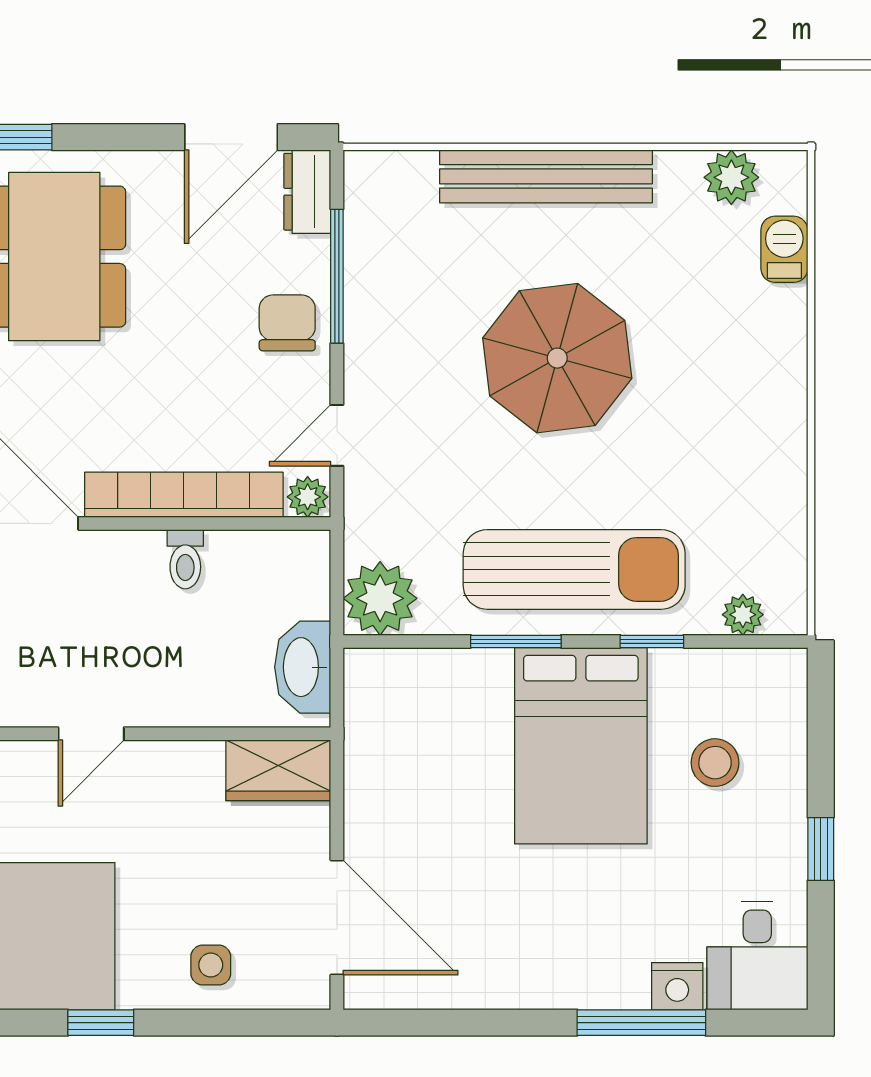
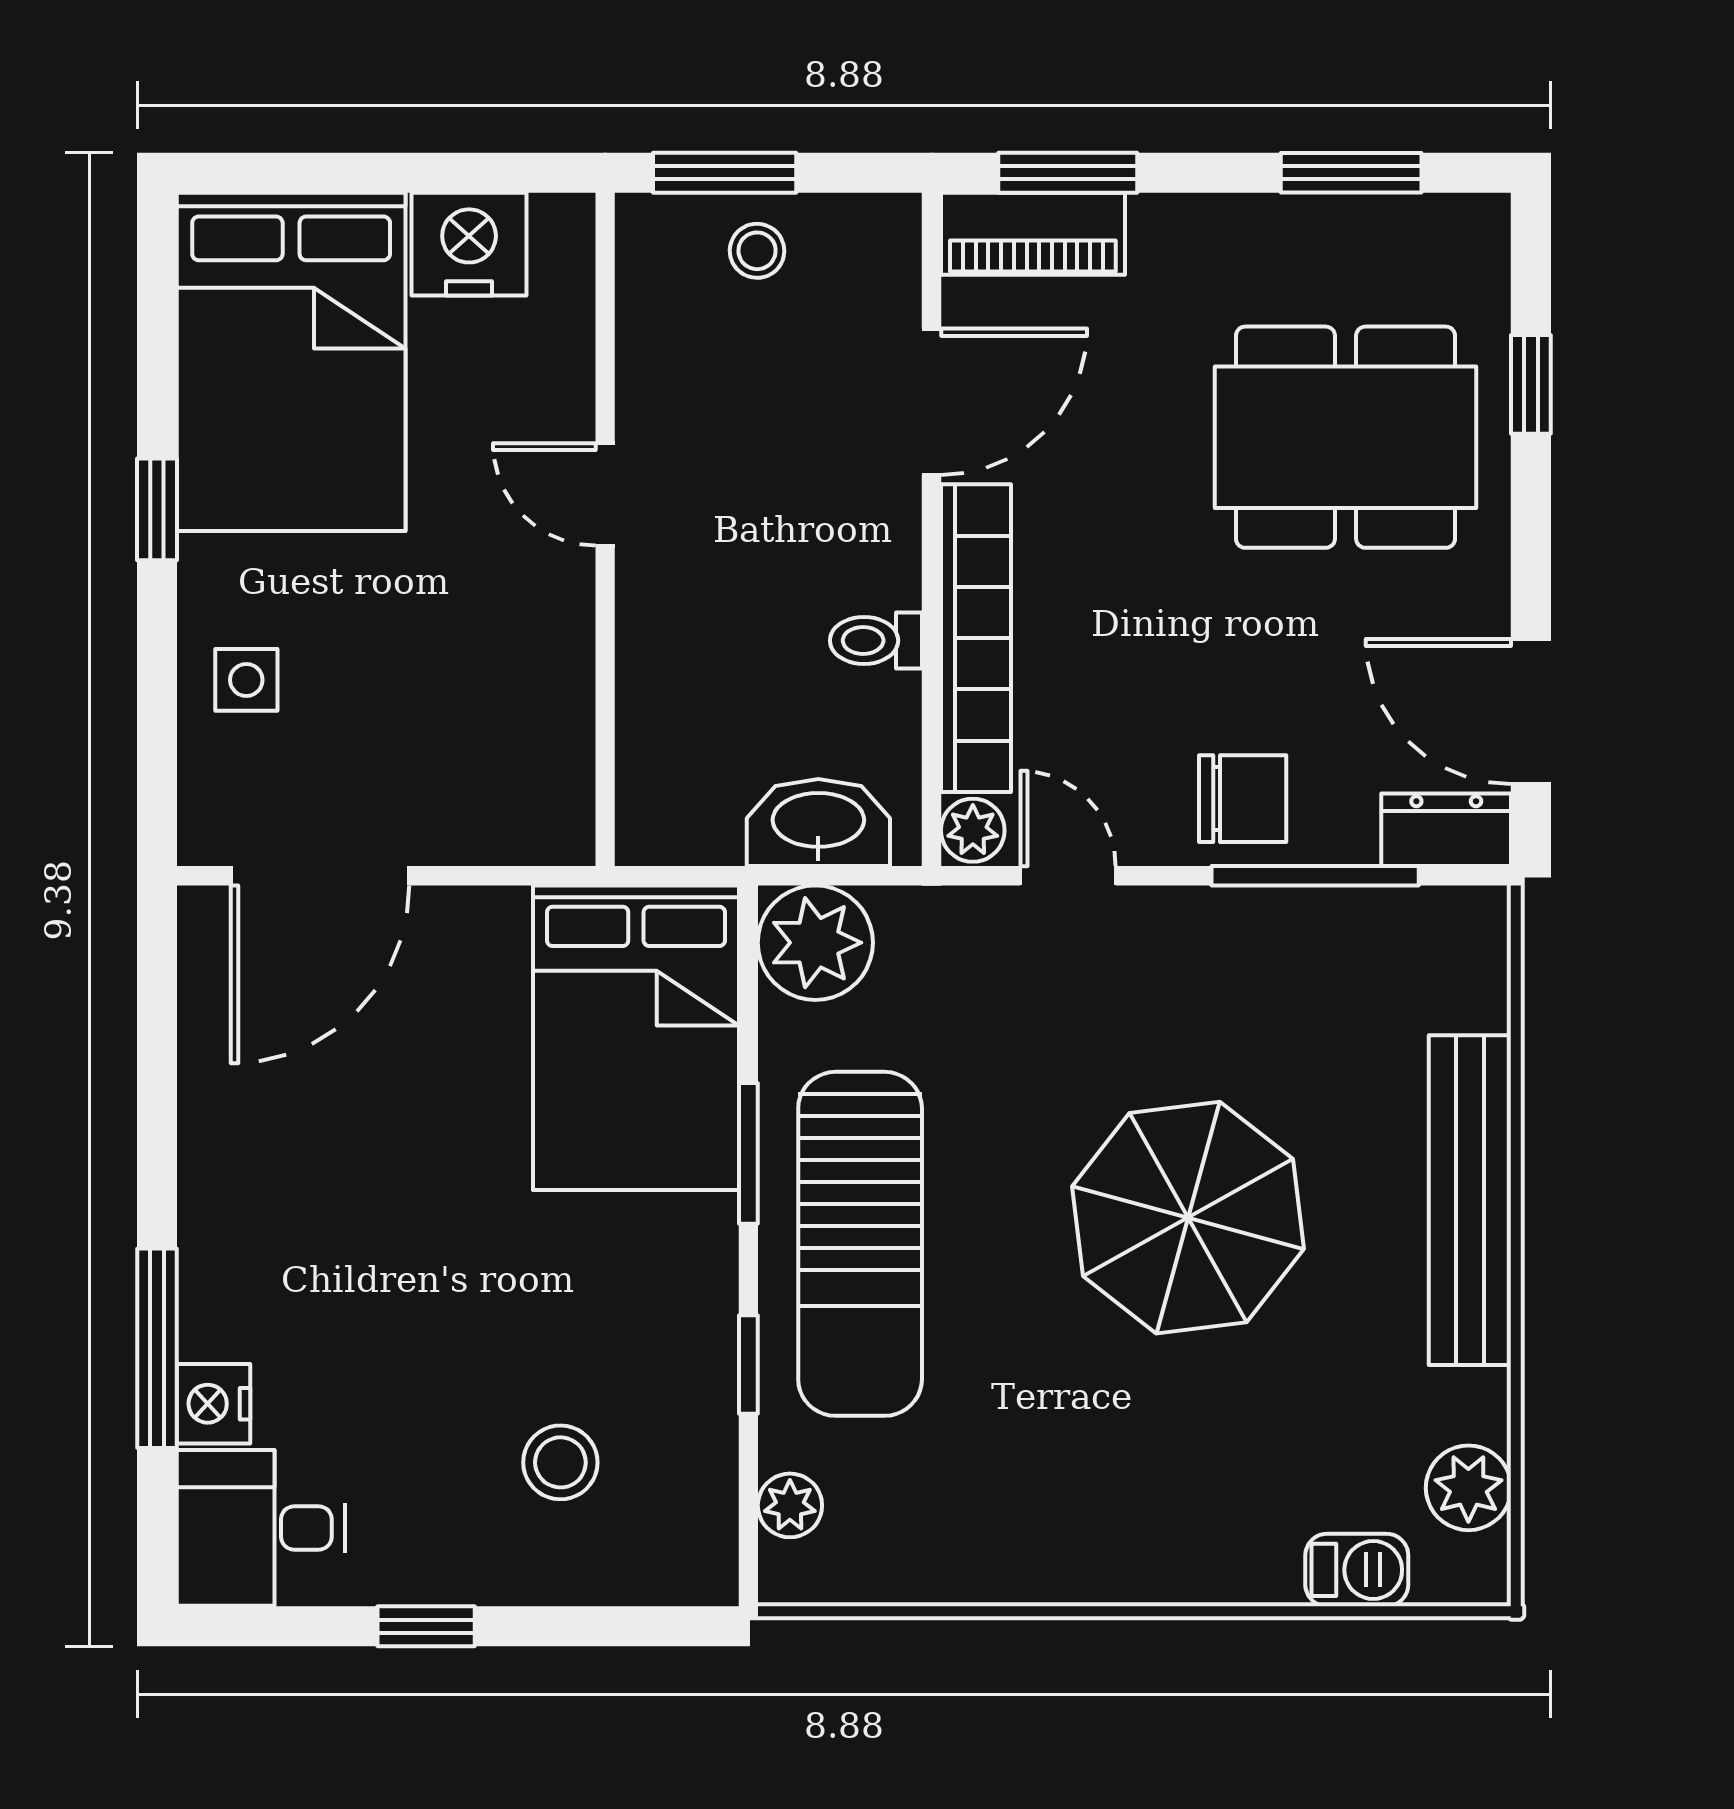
washbasin: (303, 667) -> (818, 823), moved
bed: (581, 746) -> (636, 1038), moved, turned -90
wardrobe: (278, 770) -> (548, 785), removed

